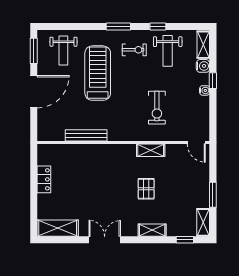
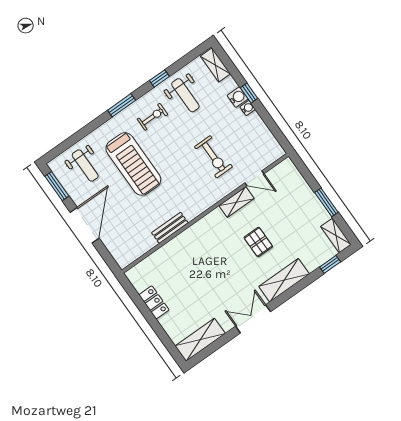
water cooler: (203, 66) -> (238, 97), moved
treadmill: (98, 73) -> (133, 164), turned 180
bench: (86, 135) -> (170, 228), width x0.73
door: (196, 143) -> (254, 178), moved
shelving: (152, 230) -> (284, 280), width x1.50, depth x1.33

